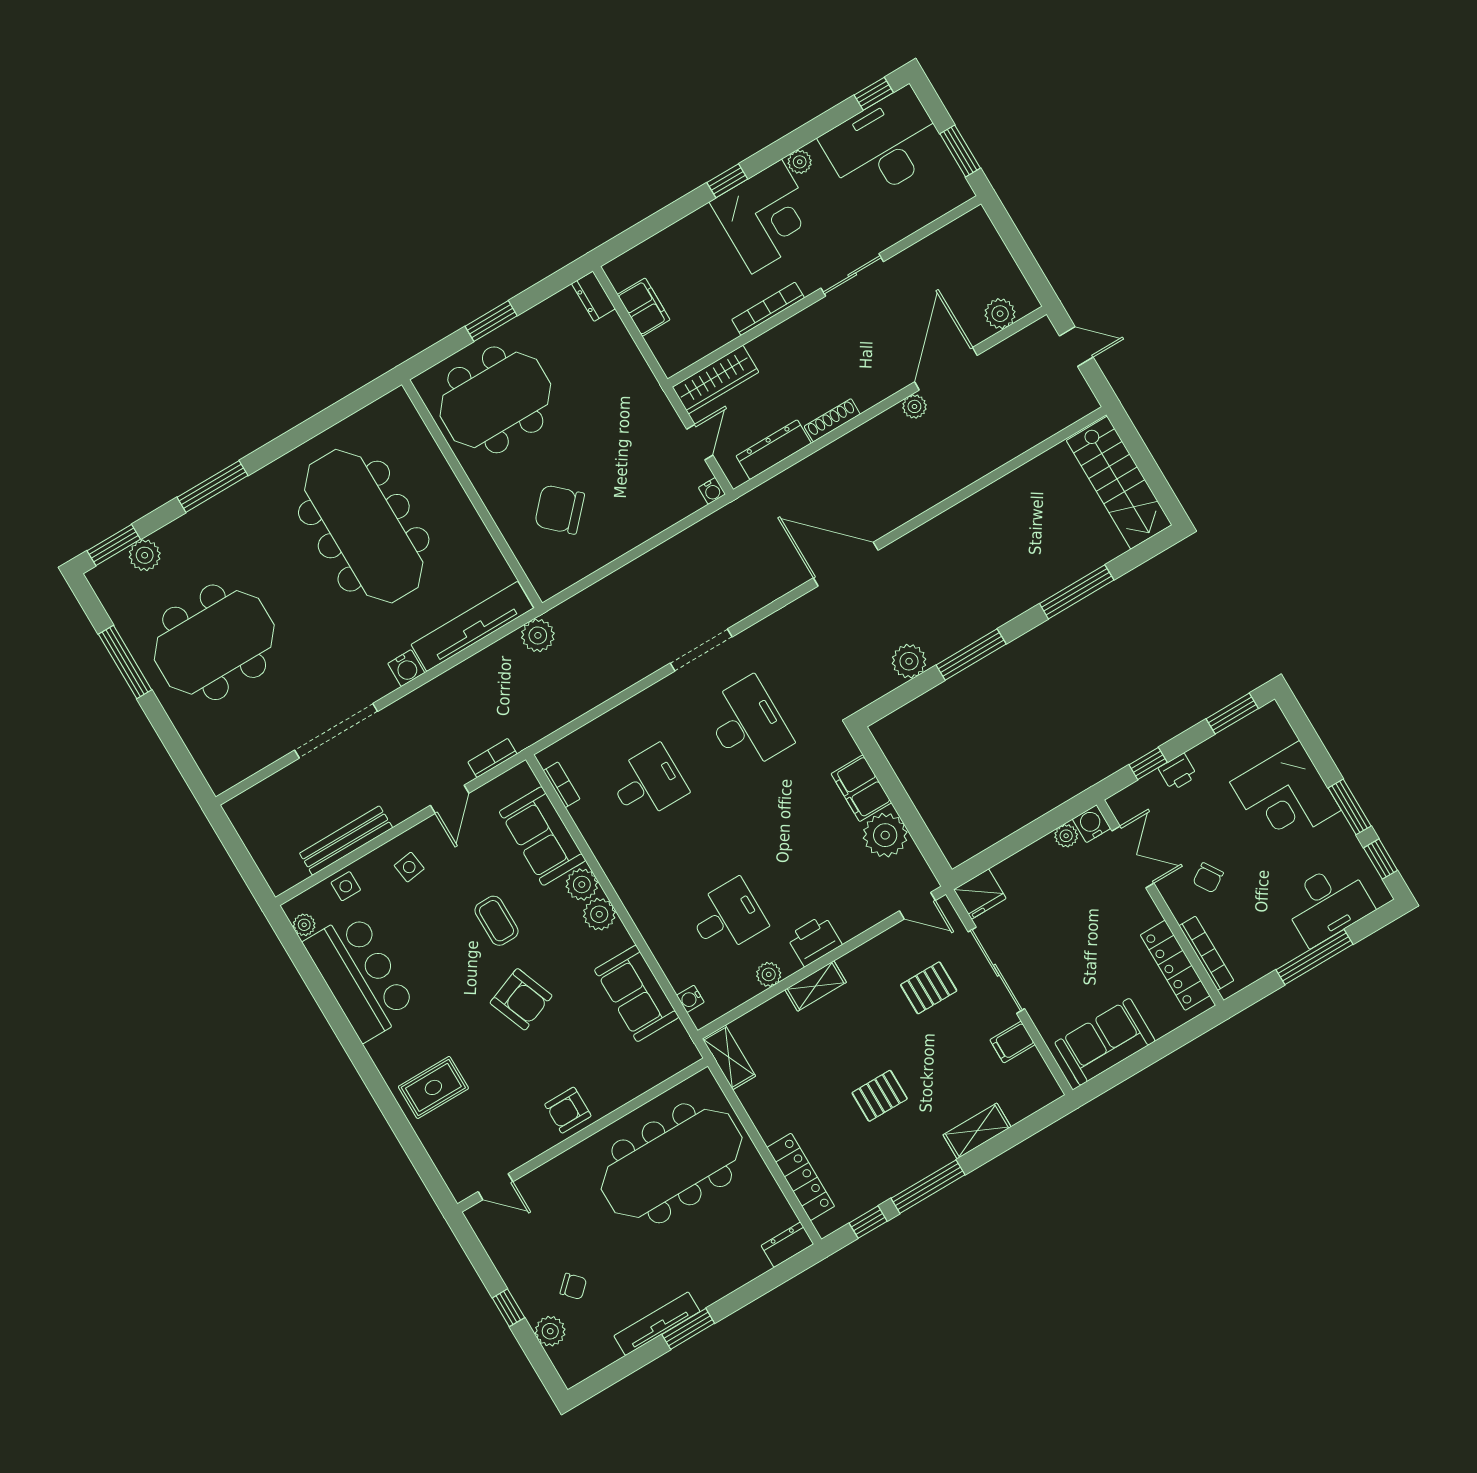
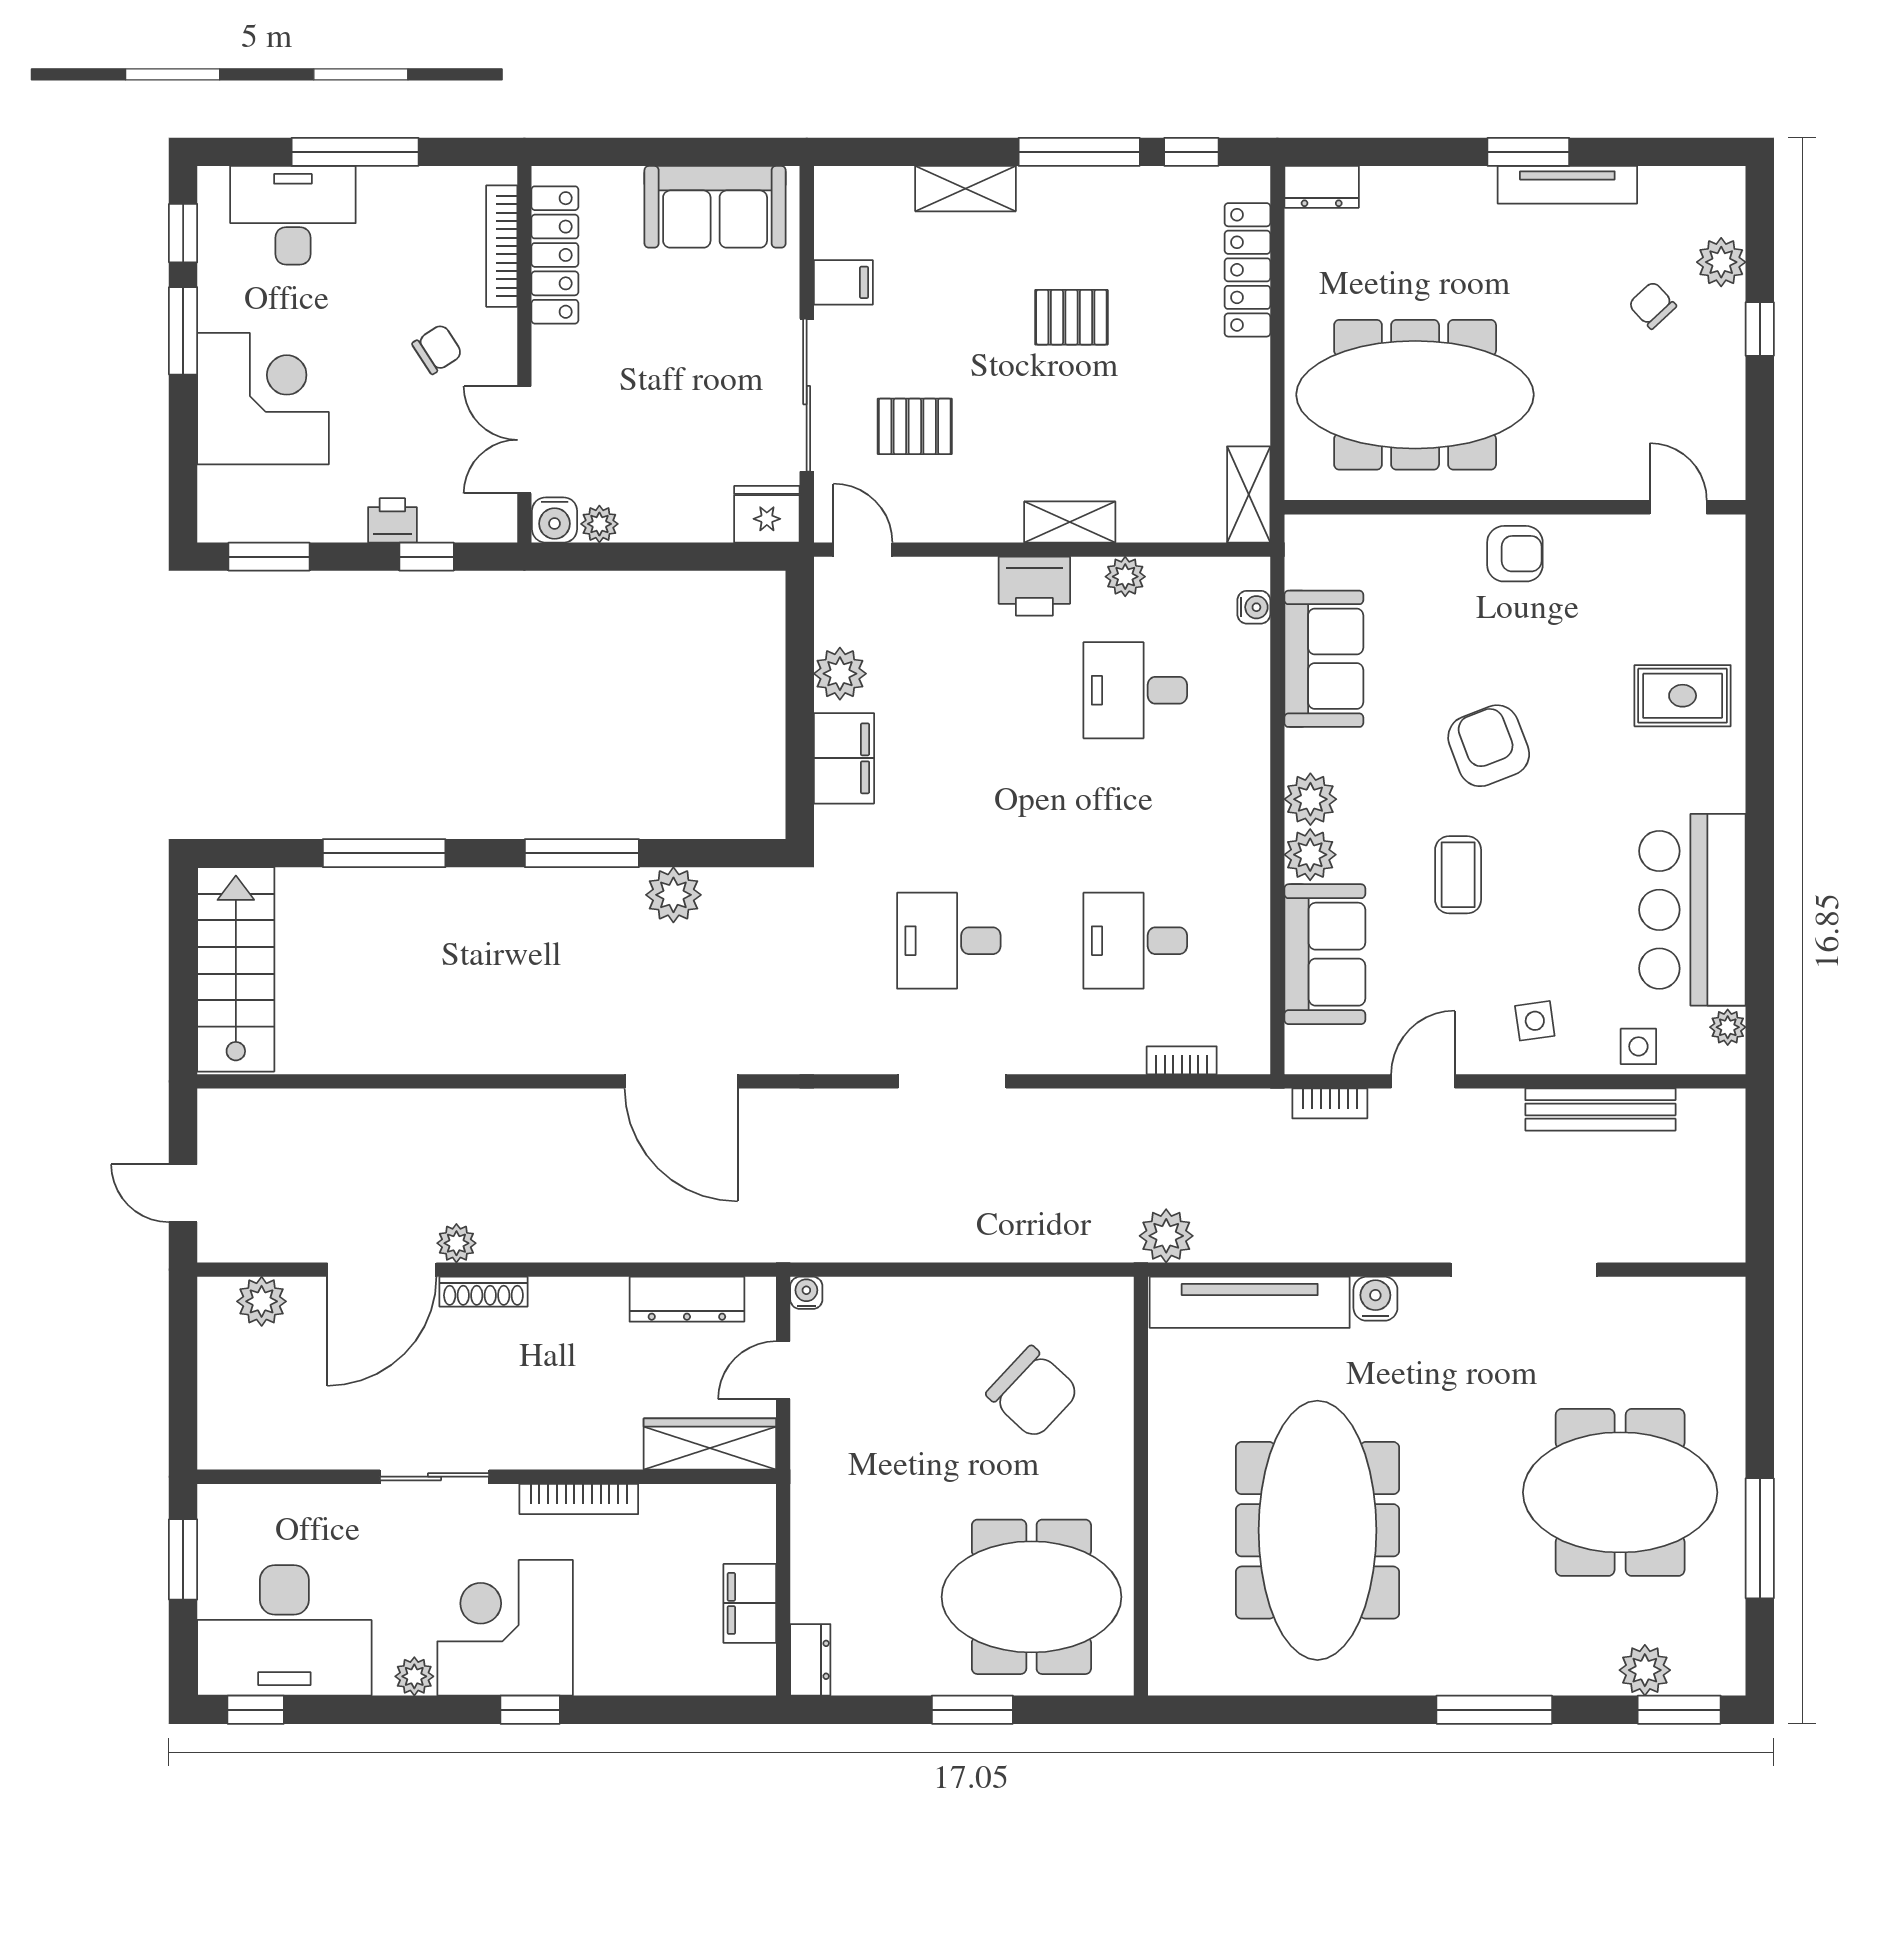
shoe rack: (832, 420) -> (483, 1292), moved
desk: (747, 724) -> (949, 941), width x0.73
bookcase: (562, 785) -> (1182, 1060), moved, turned 90
plant: (885, 835) -> (840, 674), width x0.73, depth x0.73

